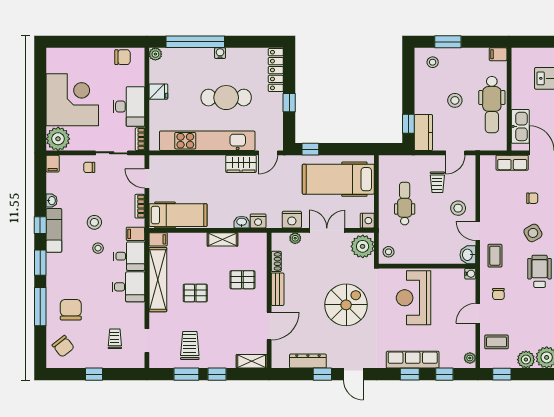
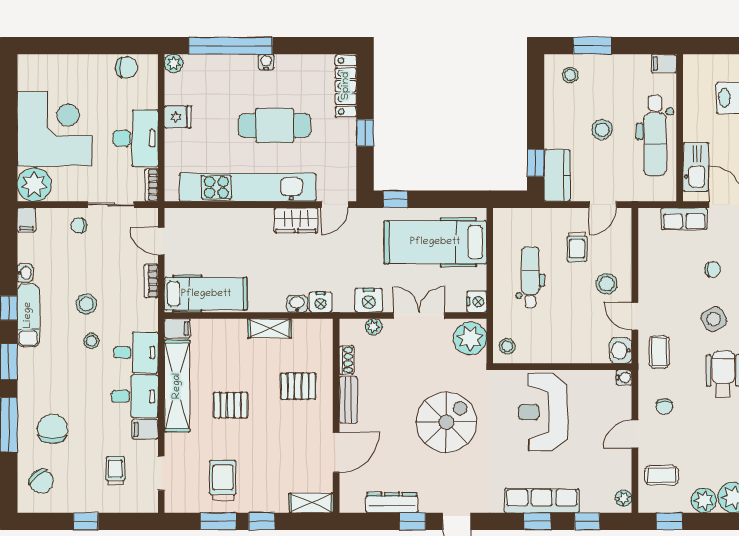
filing cabinet: (135, 234) -> (145, 429), moved

